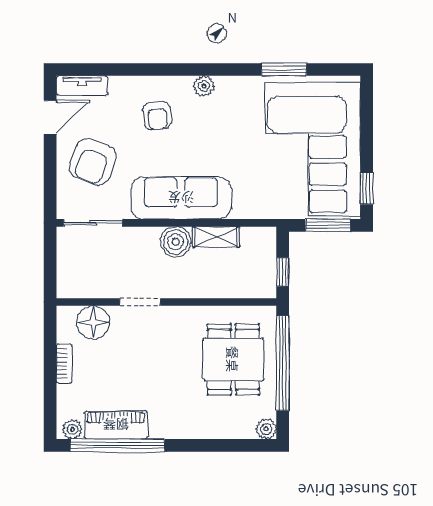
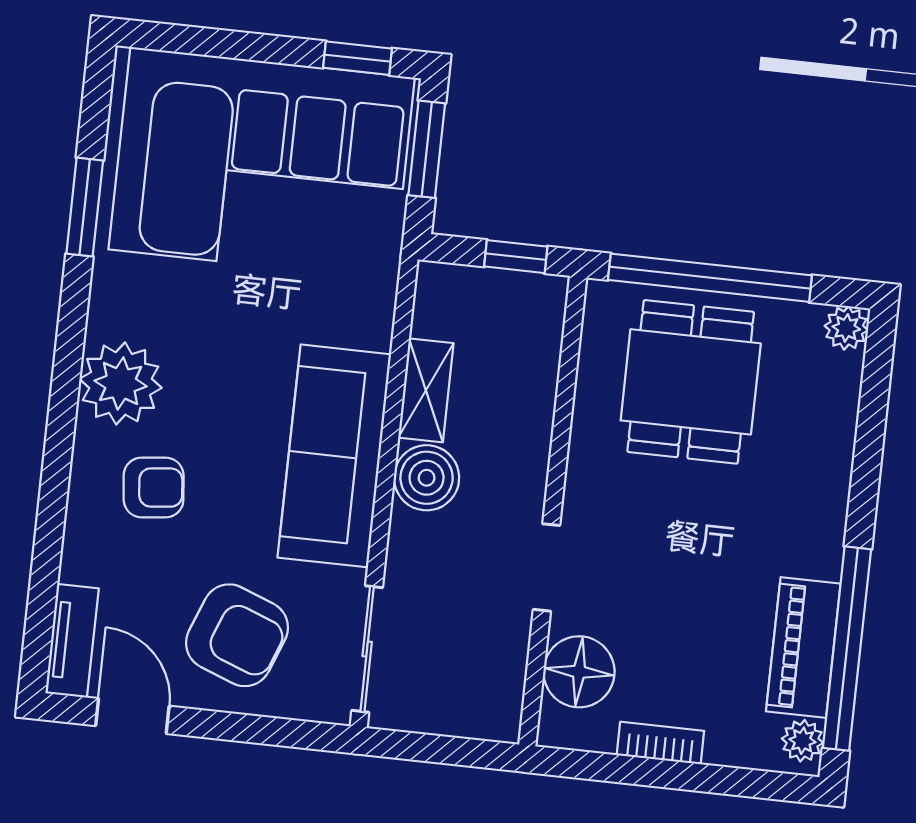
plant: (204, 86) -> (121, 383), width x1.87, depth x1.87
dining table: (233, 359) -> (691, 382), turned 90

